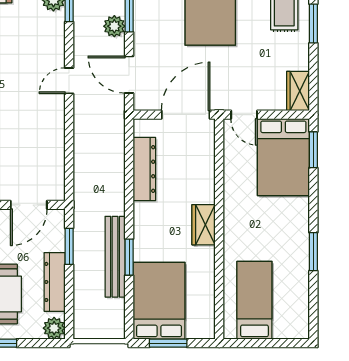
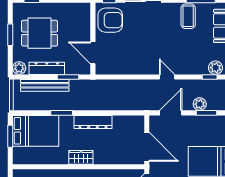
dresser: (144, 169) -> (93, 122), moved
bench: (115, 257) -> (45, 85), moved

